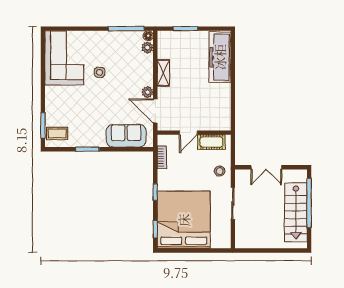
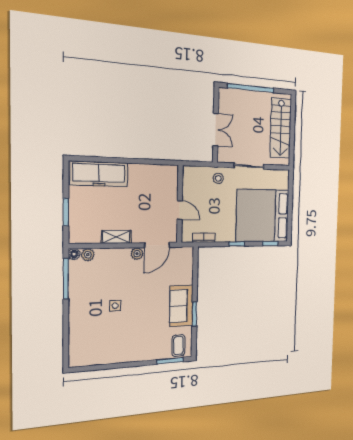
corner sofa: (64, 58) -> (99, 344), removed
sofa: (126, 136) -> (181, 306), moved
cot: (211, 142) -> (190, 186), removed
stairs: (296, 212) -> (281, 128), moved, turned 90

